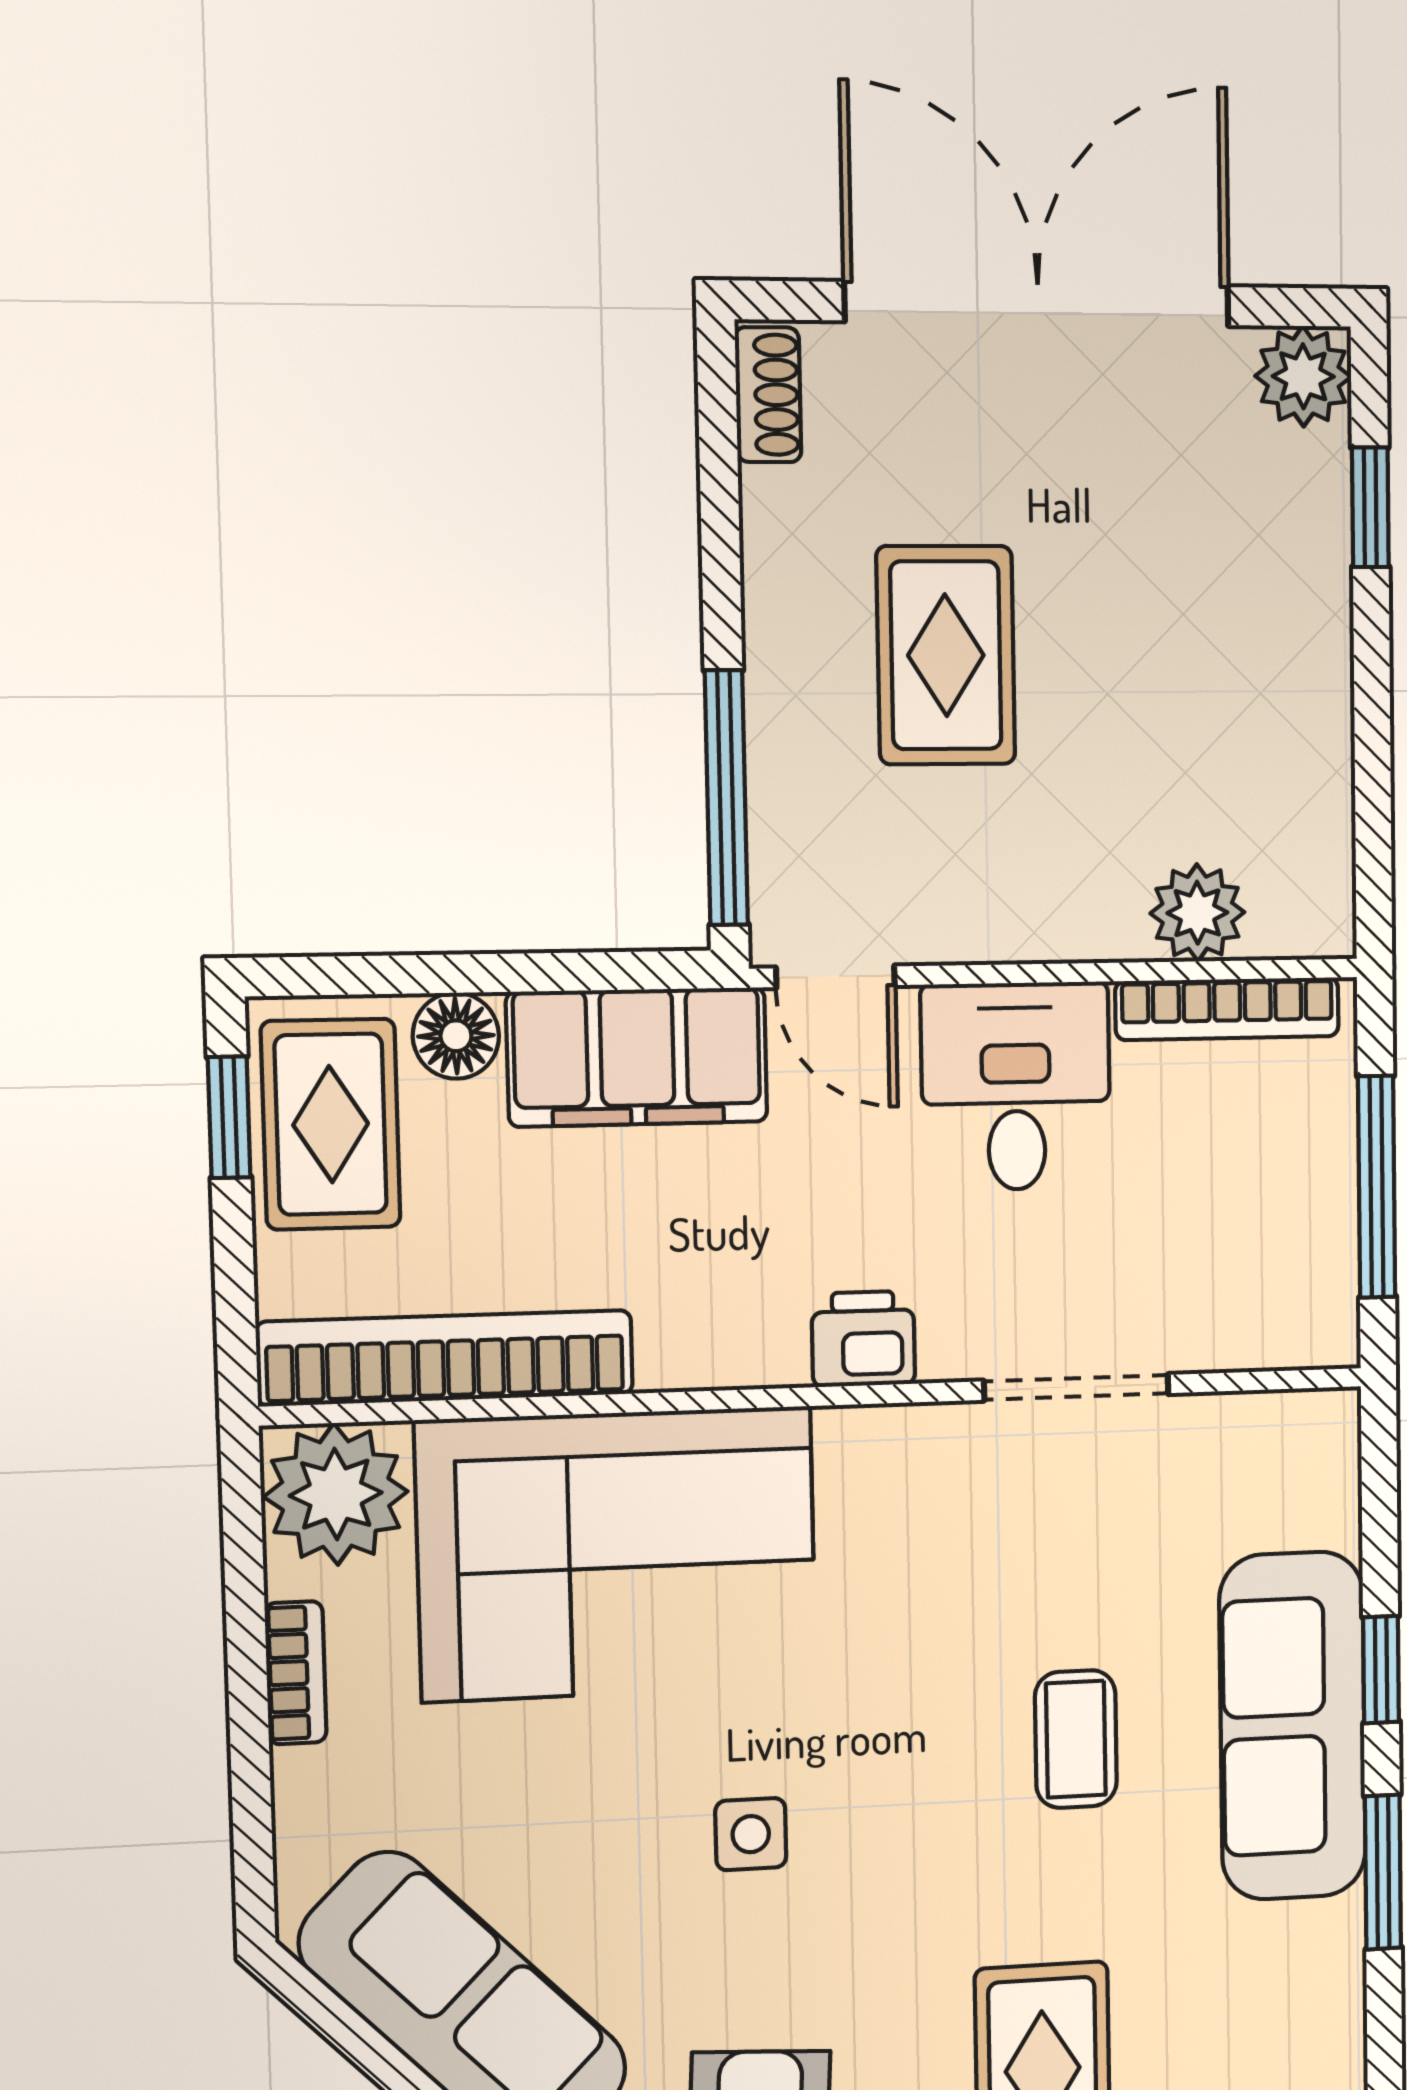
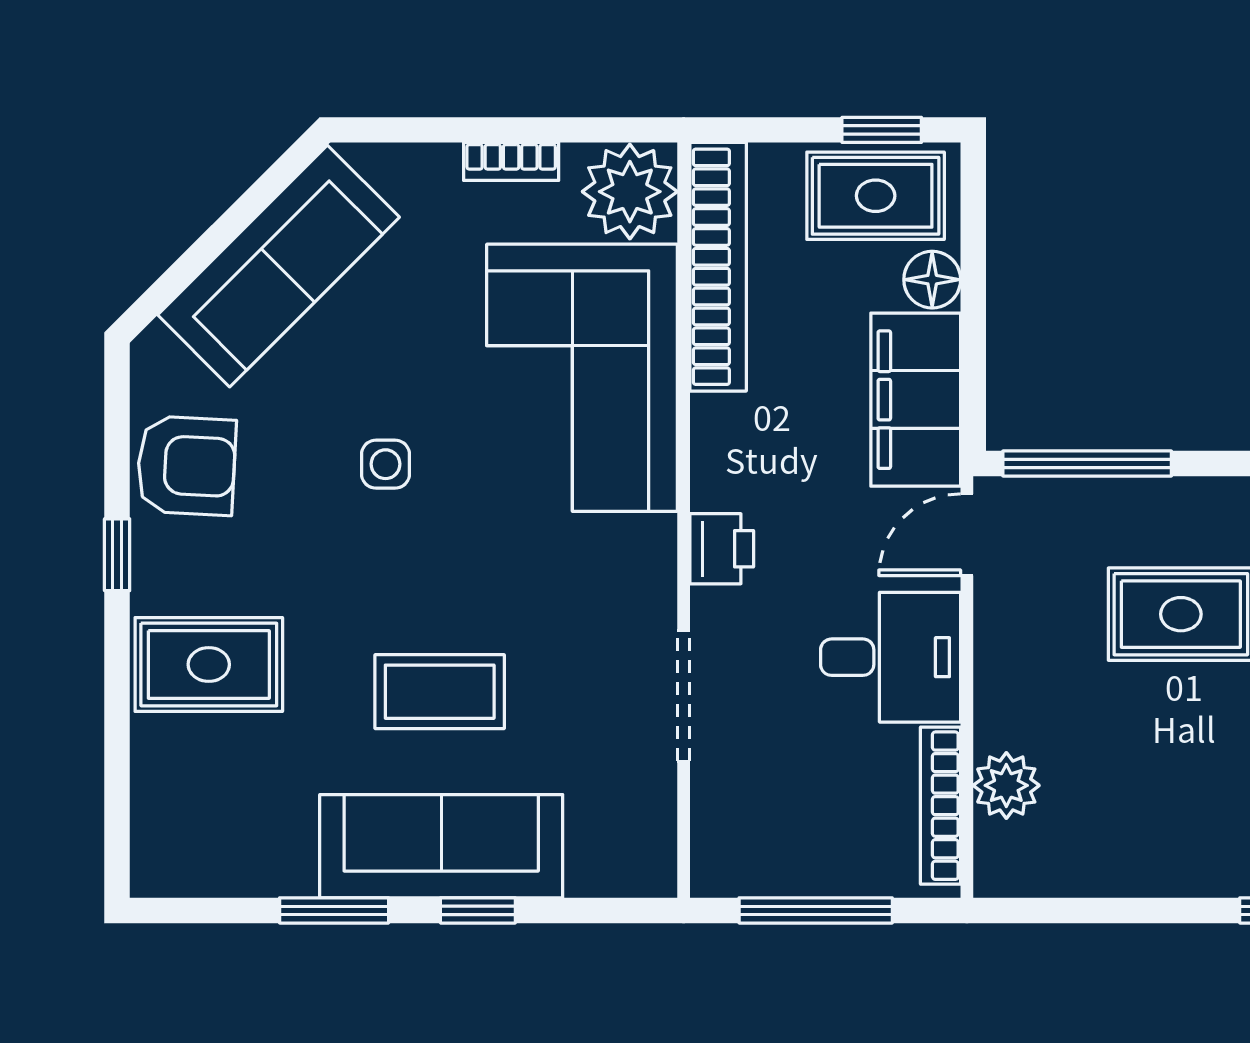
coffee table: (1076, 1739) -> (440, 692), width x1.36, depth x1.30

